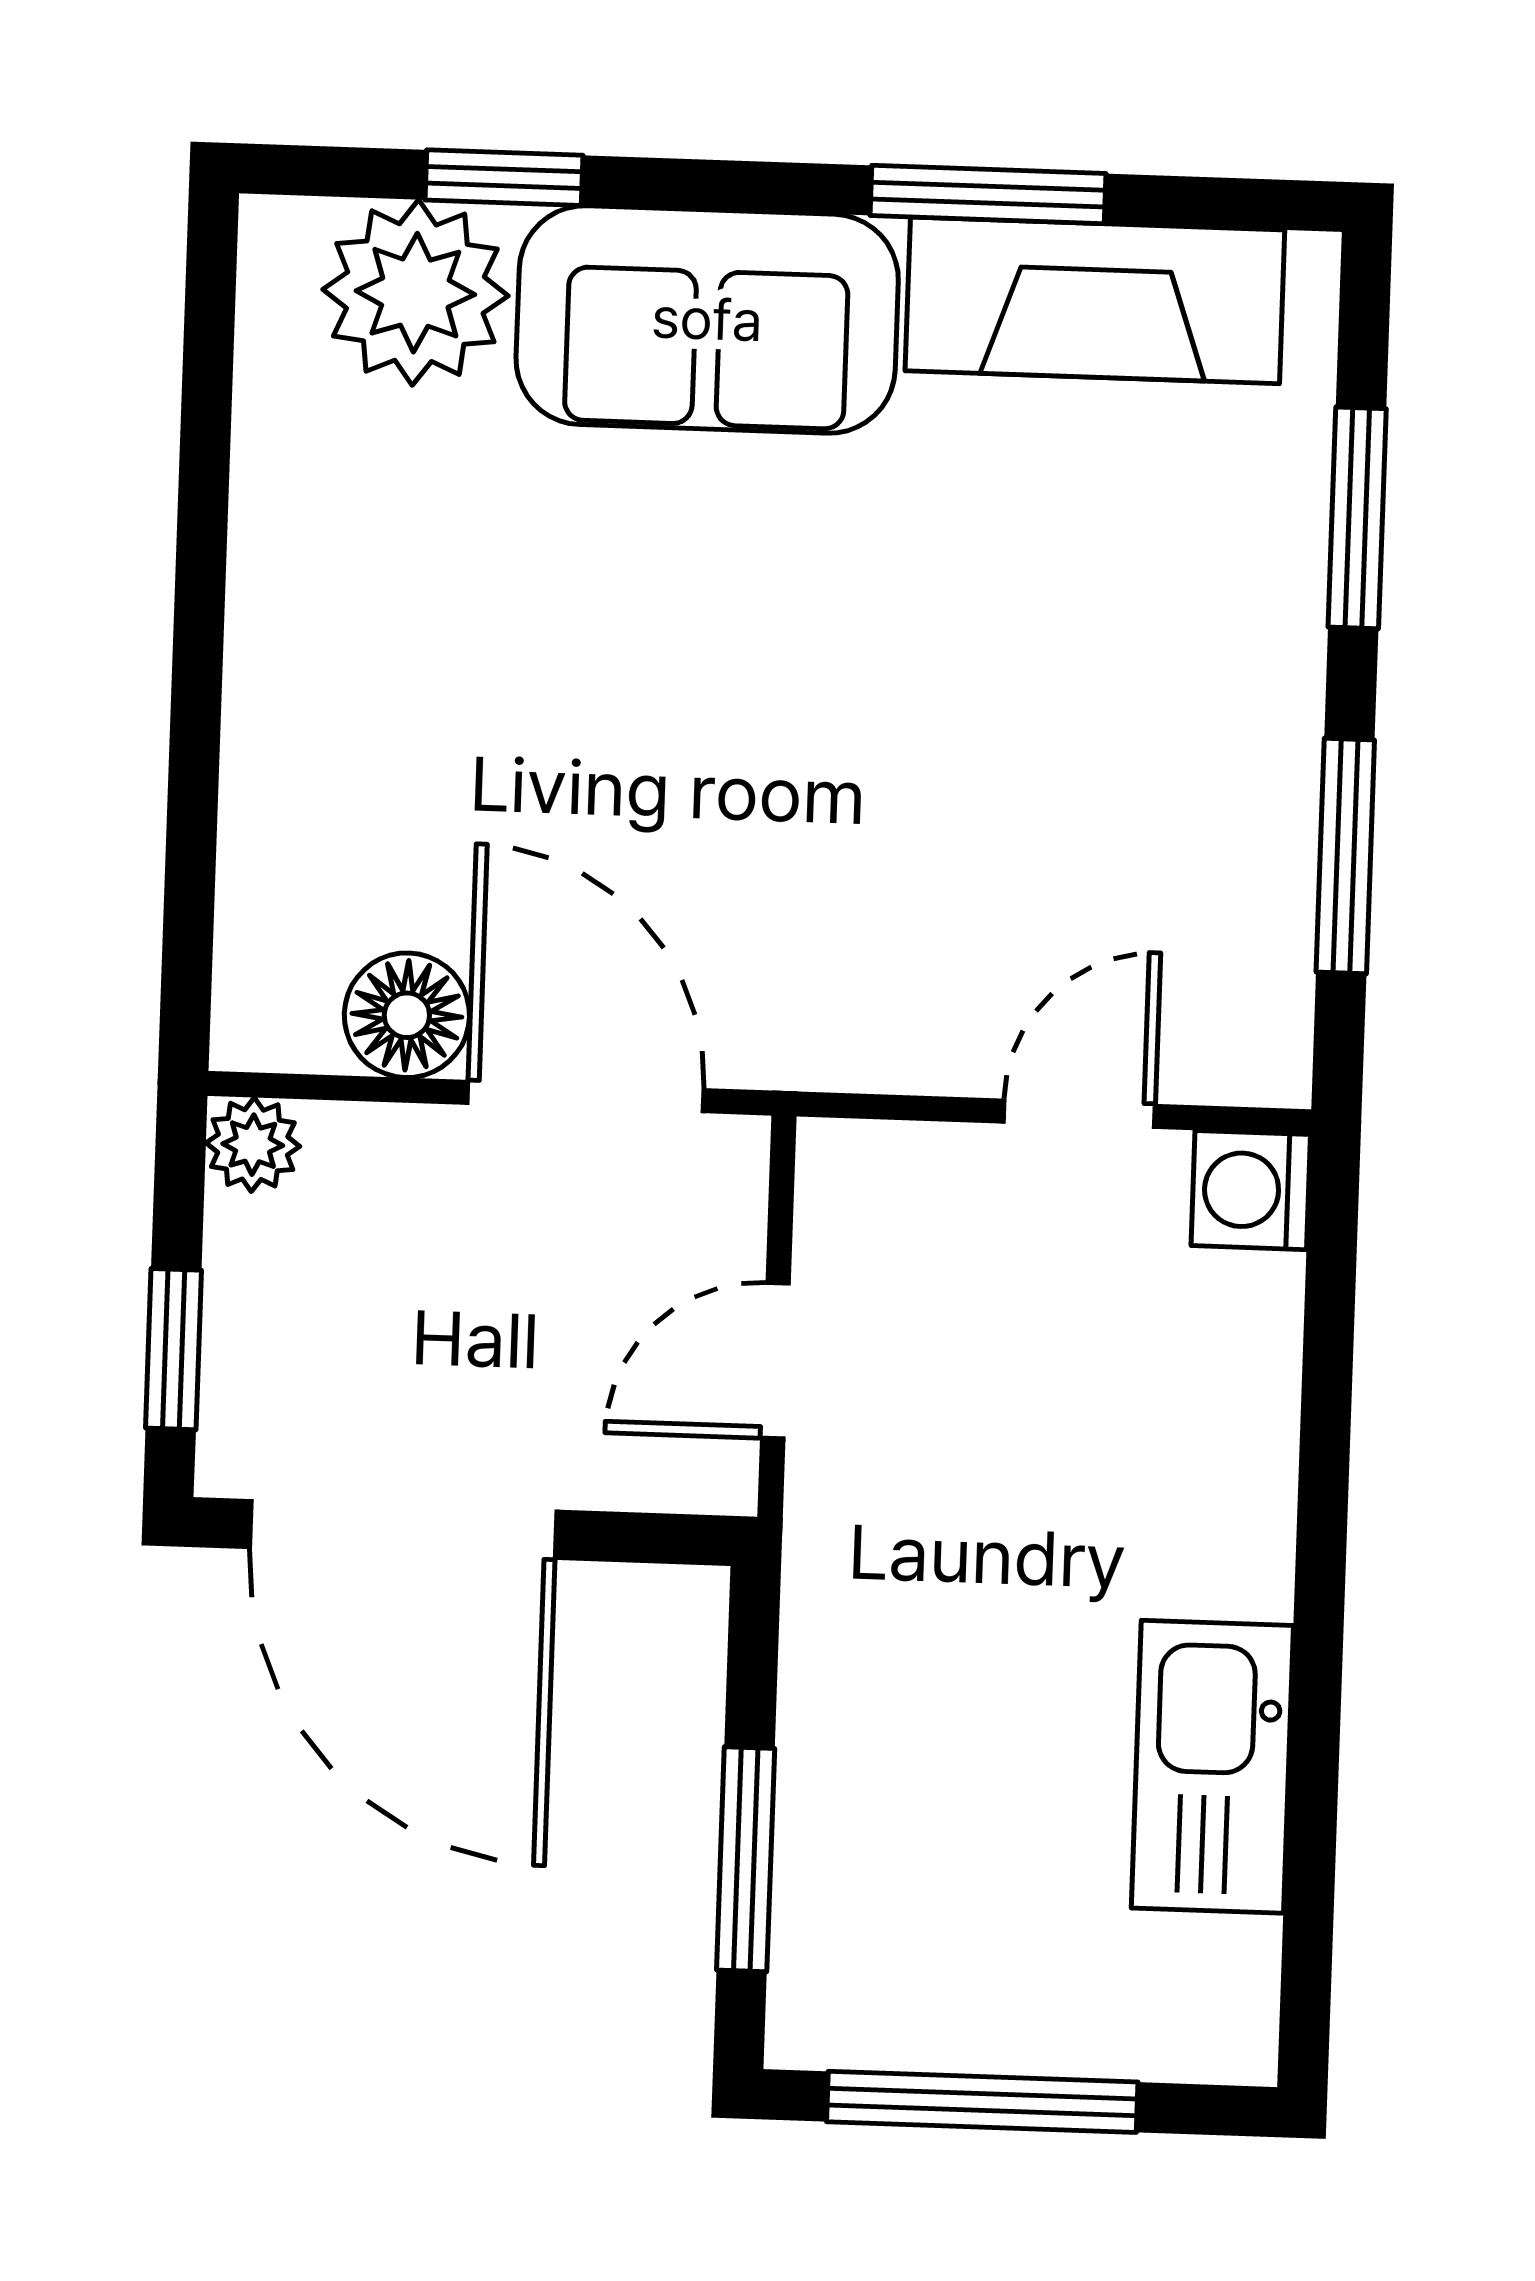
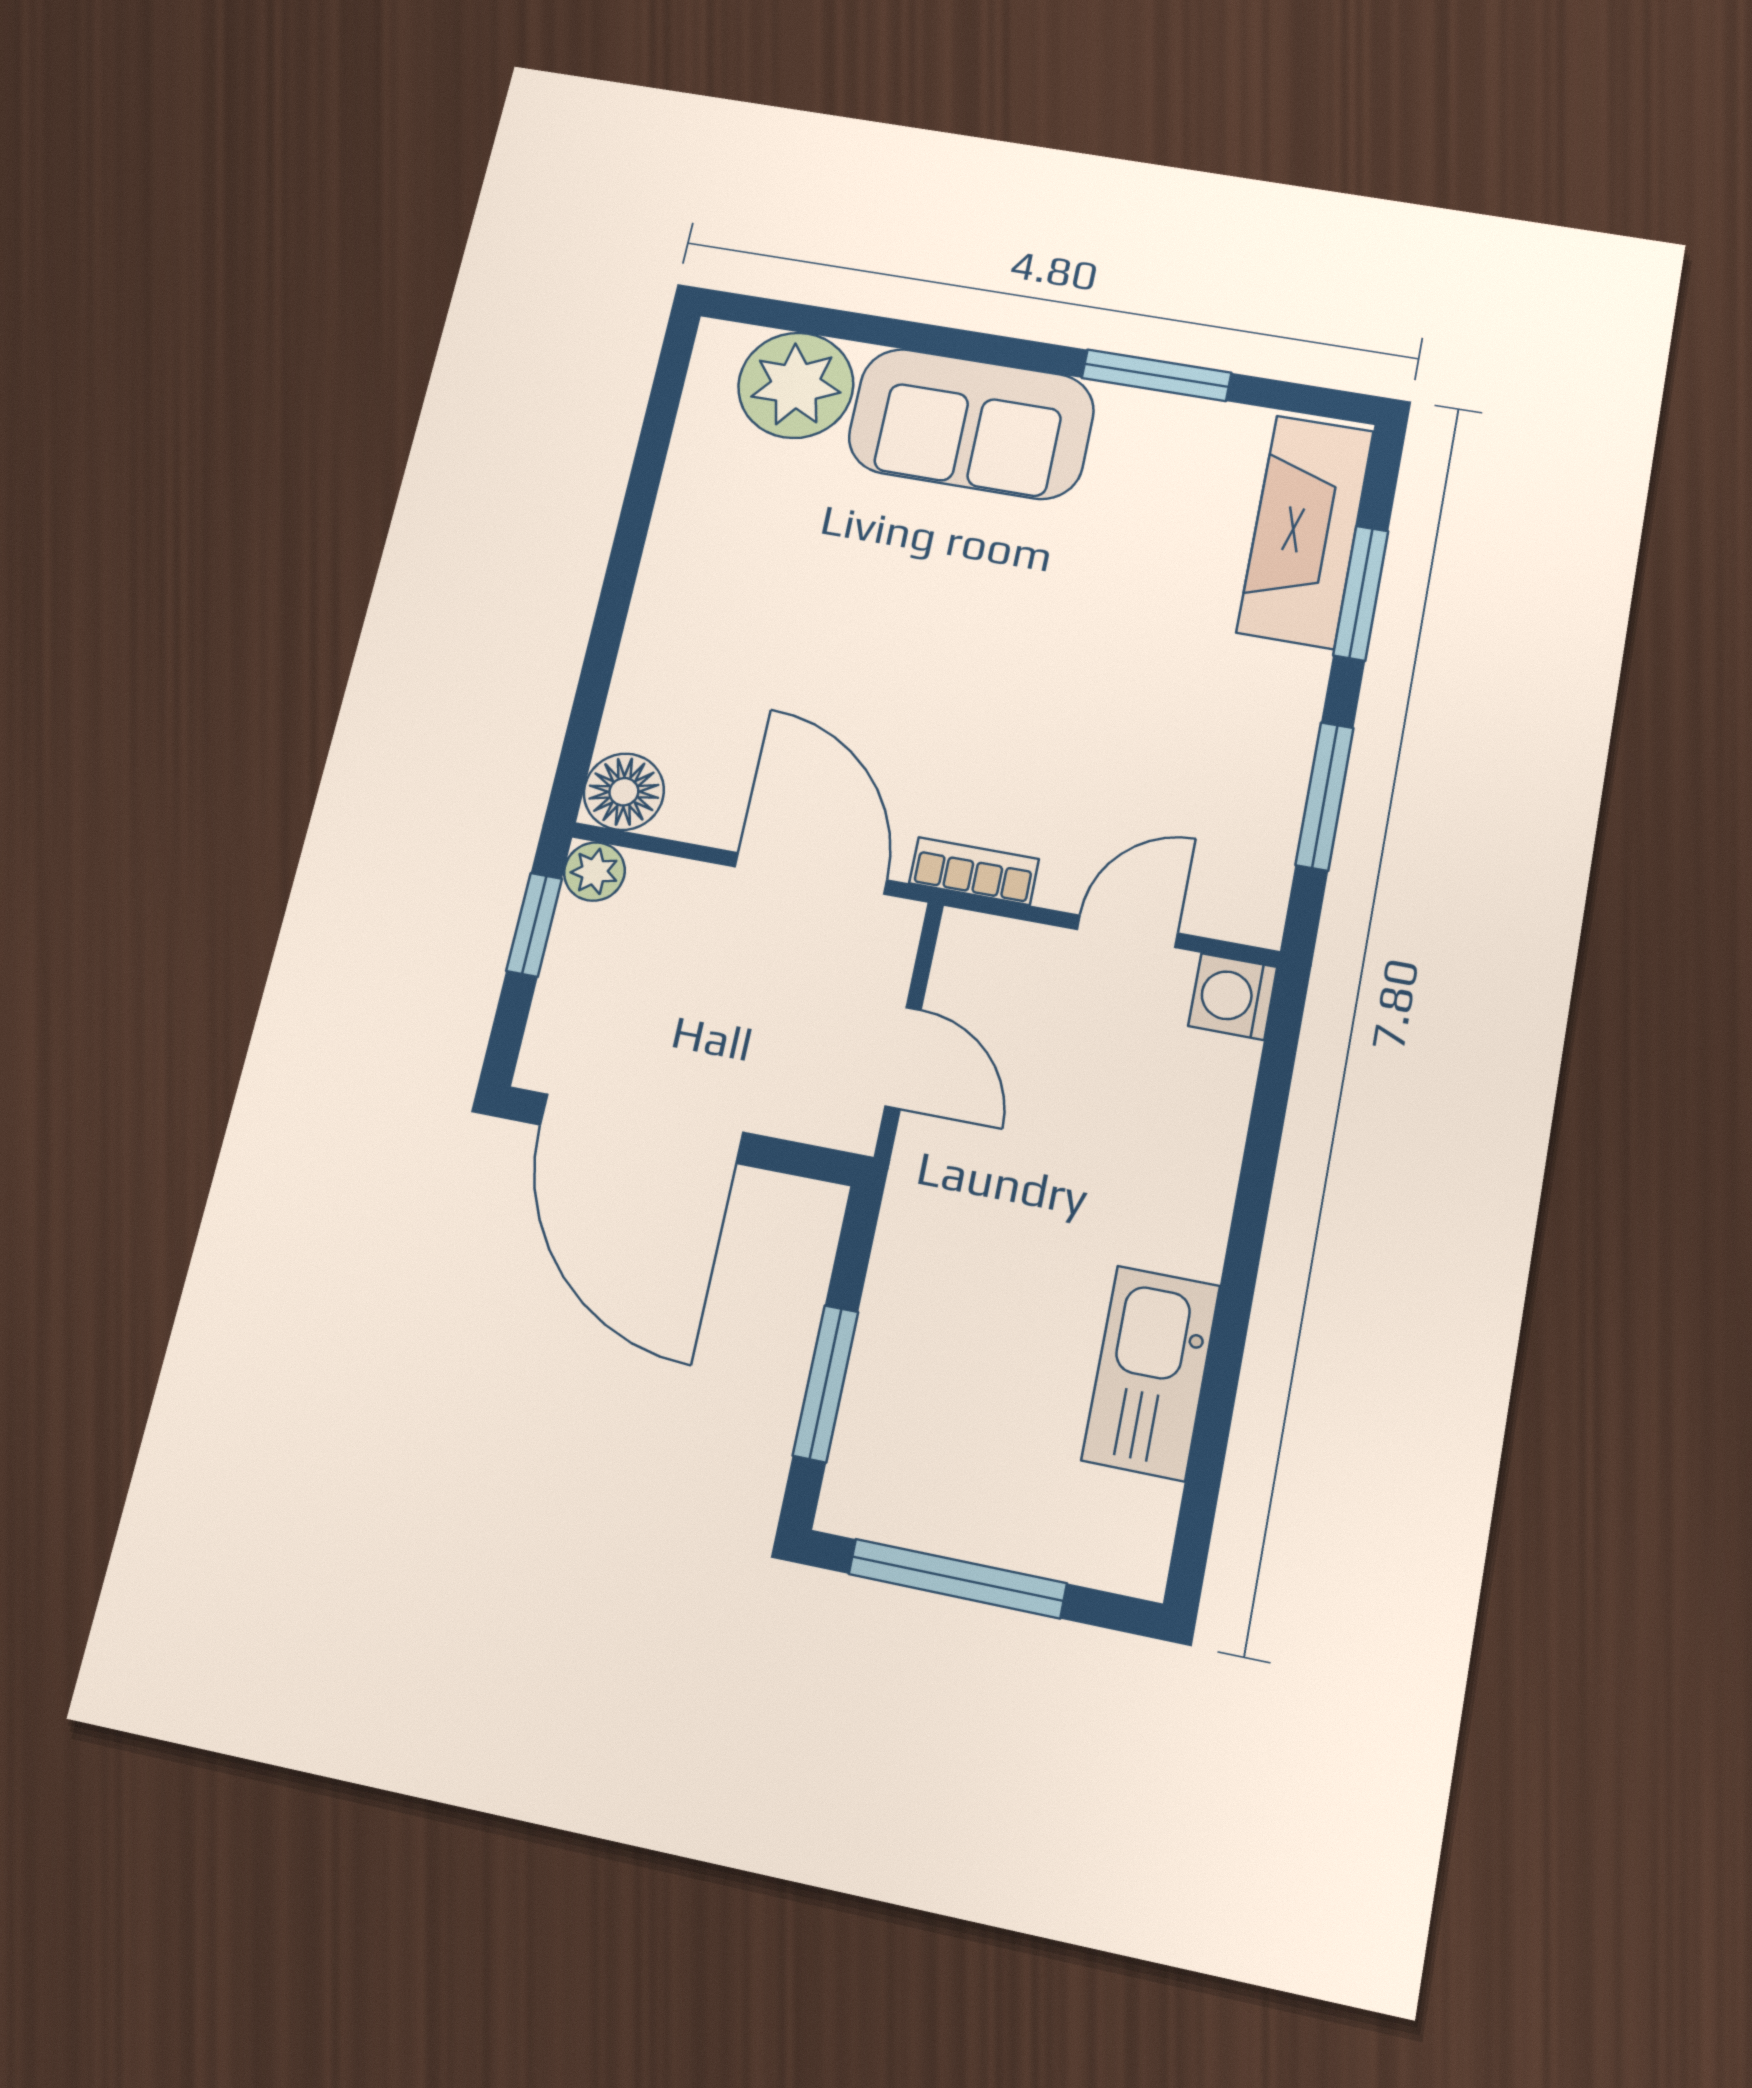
window: (504, 178) -> (862, 328), removed
fireplace: (1095, 300) -> (1305, 531), moved, turned 90
floor lamp: (407, 1015) -> (624, 792), moved
bookcase: (833, 1055) -> (974, 871), added
window: (174, 1349) -> (534, 925), moved
door: (775, 1361) -> (903, 1058), swing flipped

